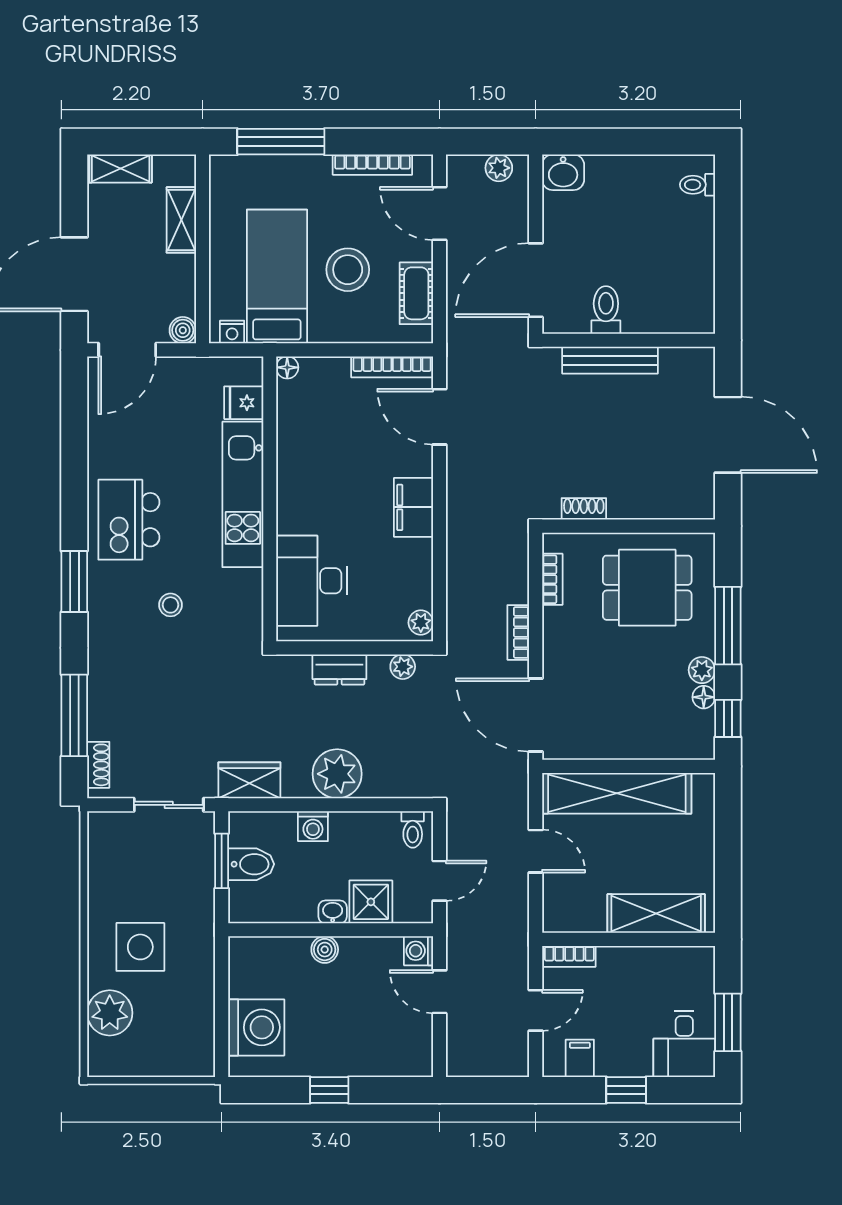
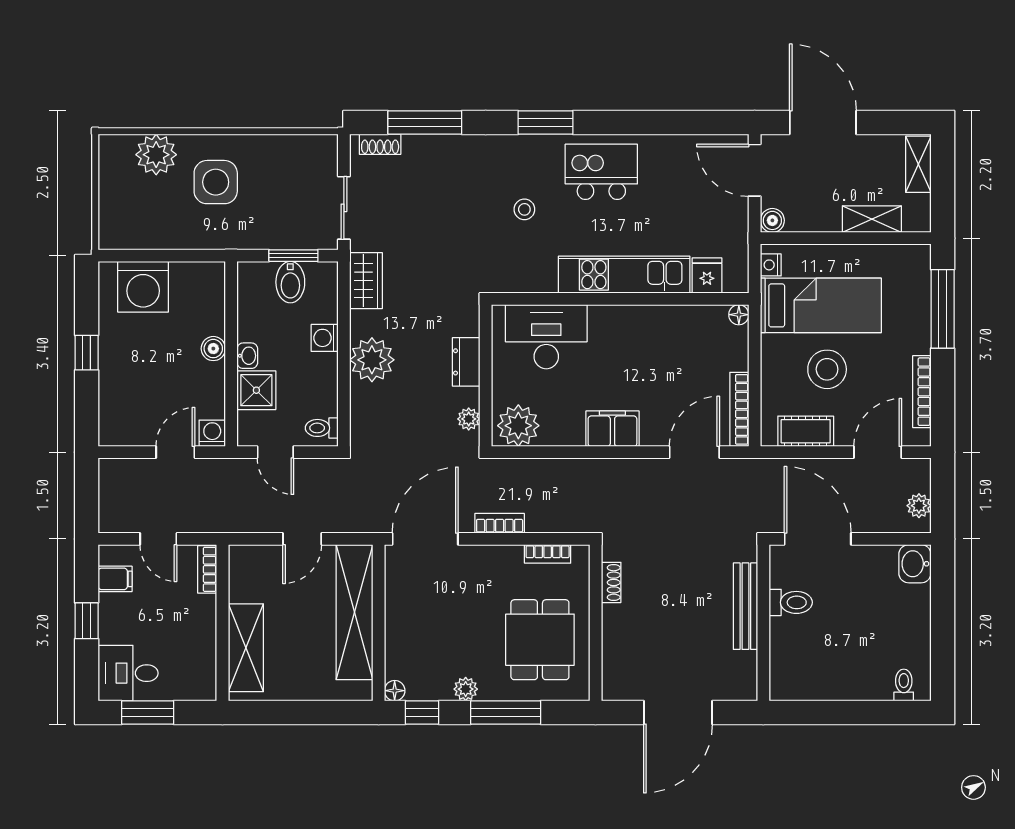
plant: (421, 623) -> (518, 426), width x1.88, depth x1.88
floor lamp: (704, 697) -> (395, 691), moved

